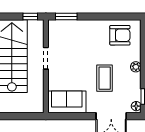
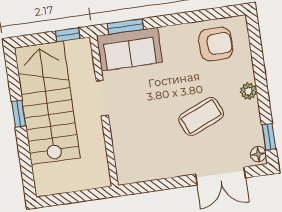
coffee table: (105, 78) -> (201, 116), turned 67
sofa: (67, 102) -> (129, 49), moved, turned 180

